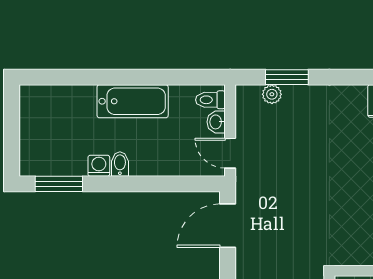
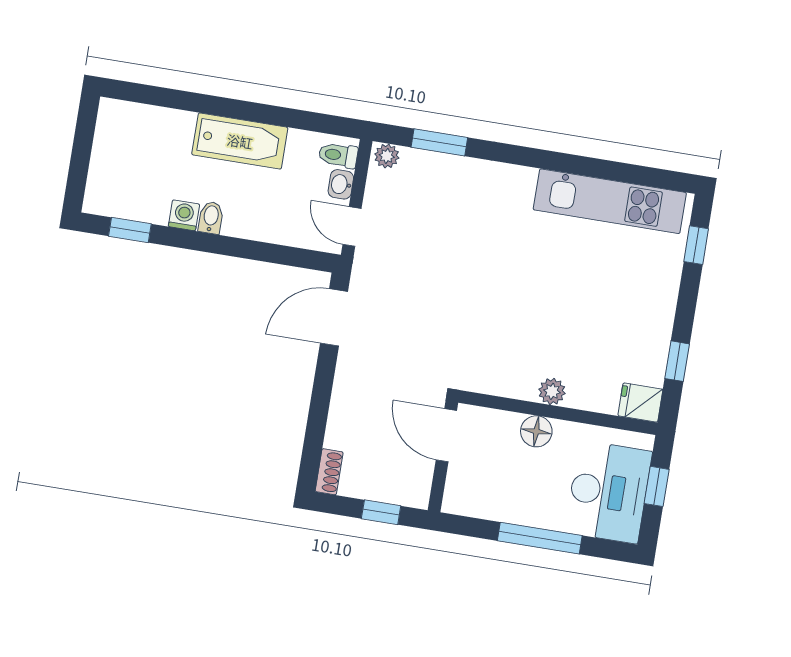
plant: (272, 94) -> (387, 156), moved
window: (59, 184) -> (130, 230), width x0.67

